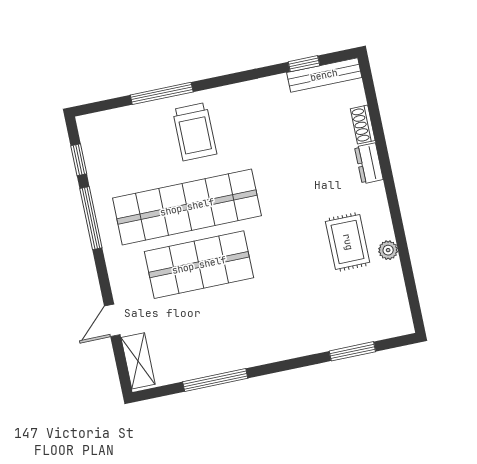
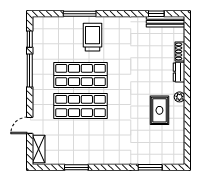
trolley: (195, 132) -> (92, 37), turned 180
shop shelf: (187, 207) -> (80, 75), width x0.71
plant: (388, 250) -> (179, 97), moved
window: (215, 380) -> (76, 167), width x0.69

